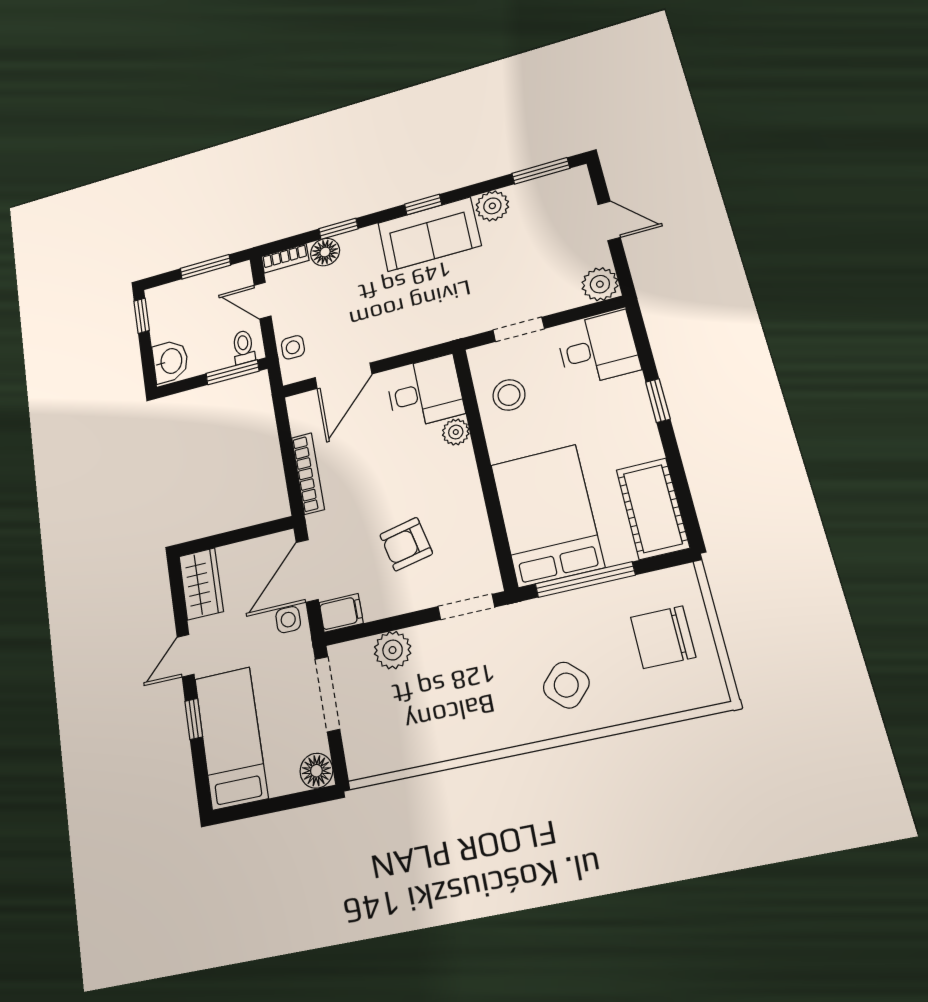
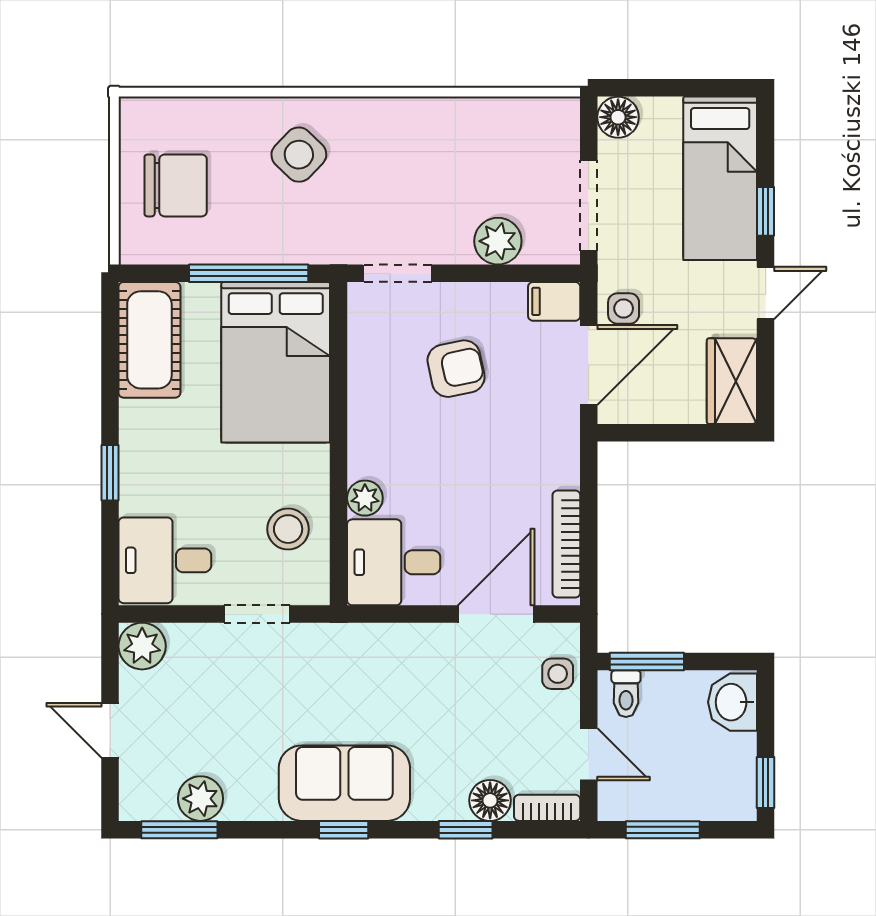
plant: (492, 206) -> (200, 799), moved
bookcase: (308, 473) -> (566, 544), moved

